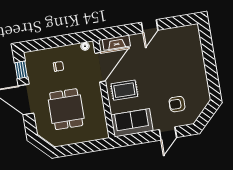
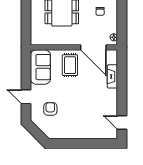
door: (150, 26) -> (122, 122), moved
fireplace: (116, 43) -> (112, 76), moved

